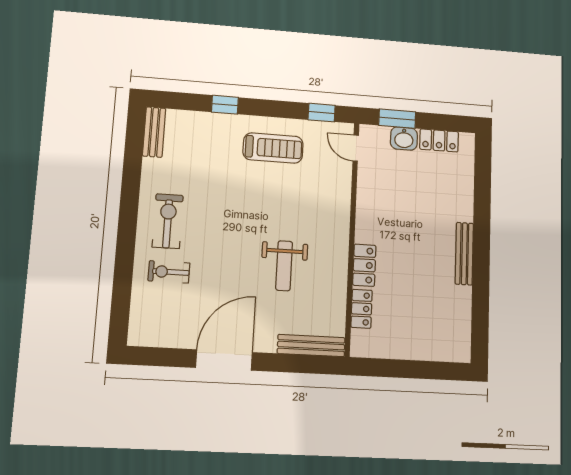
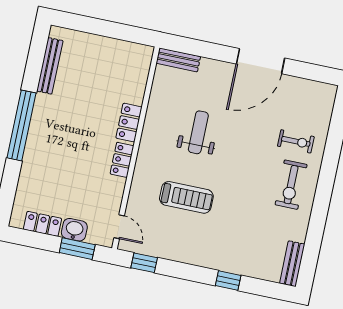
treadmill: (273, 148) -> (186, 197), moved, turned 180
window: (481, 245) -> (22, 125), added
bench: (464, 254) -> (50, 66), moved
locker: (362, 309) -> (122, 160), moved
bench: (311, 346) -> (178, 60), width x0.73

